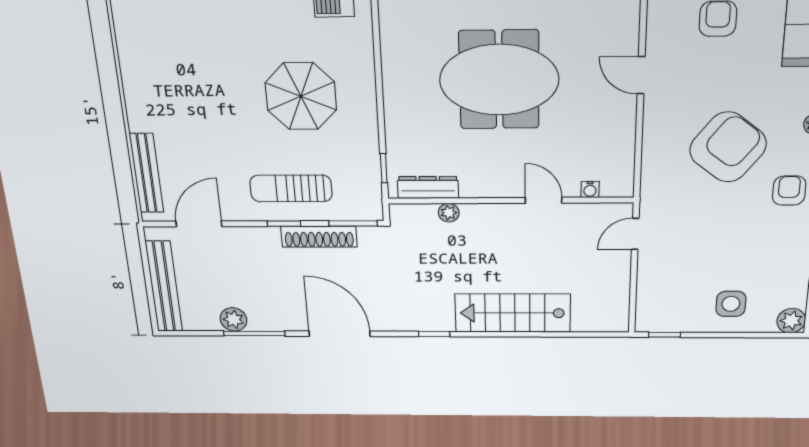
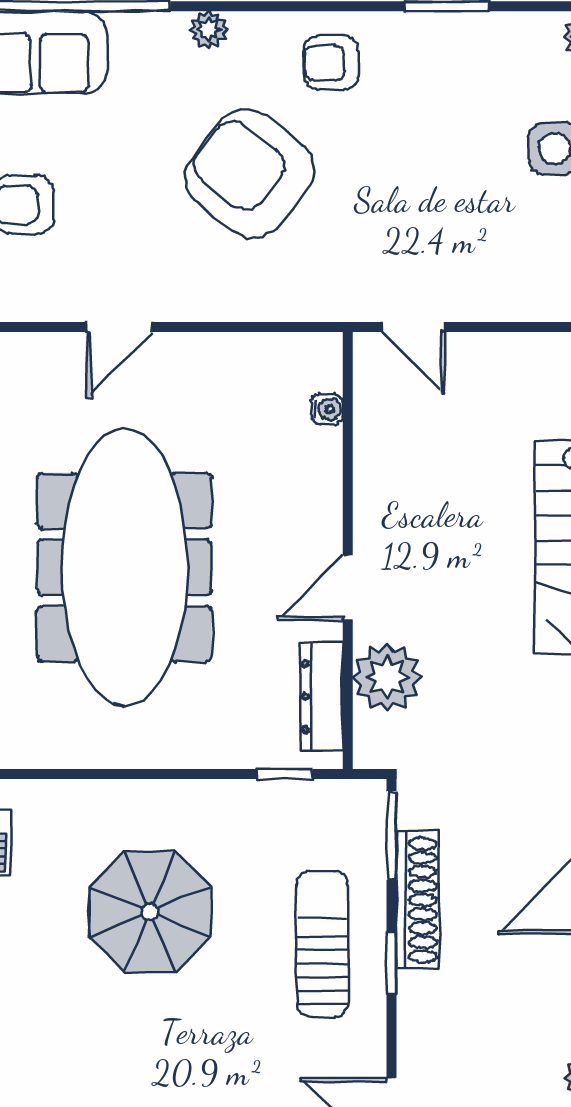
meeting table: (499, 80) -> (124, 567), width x1.36
sun lounger: (291, 188) -> (322, 944), turned 180
door: (544, 200) -> (348, 588), moved
plant: (449, 213) -> (387, 677), width x1.88, depth x1.88

